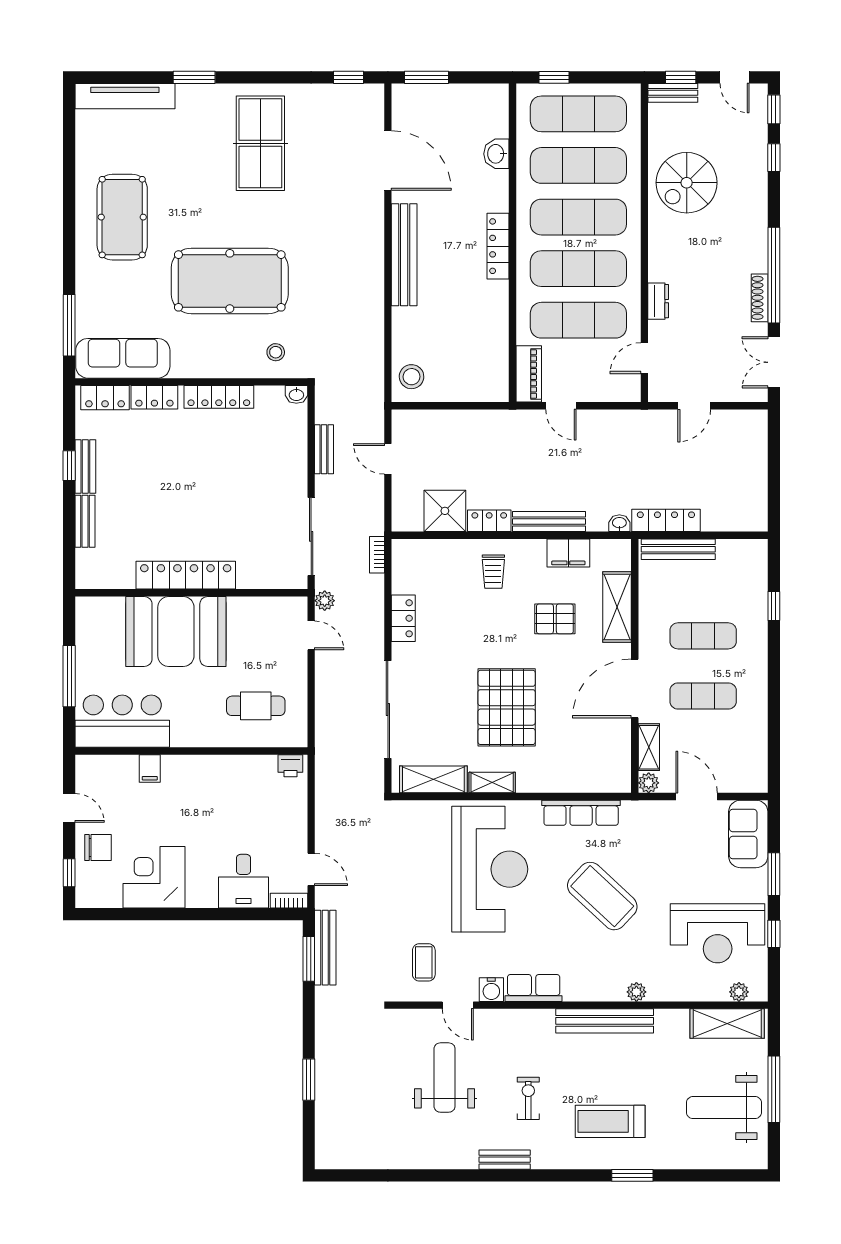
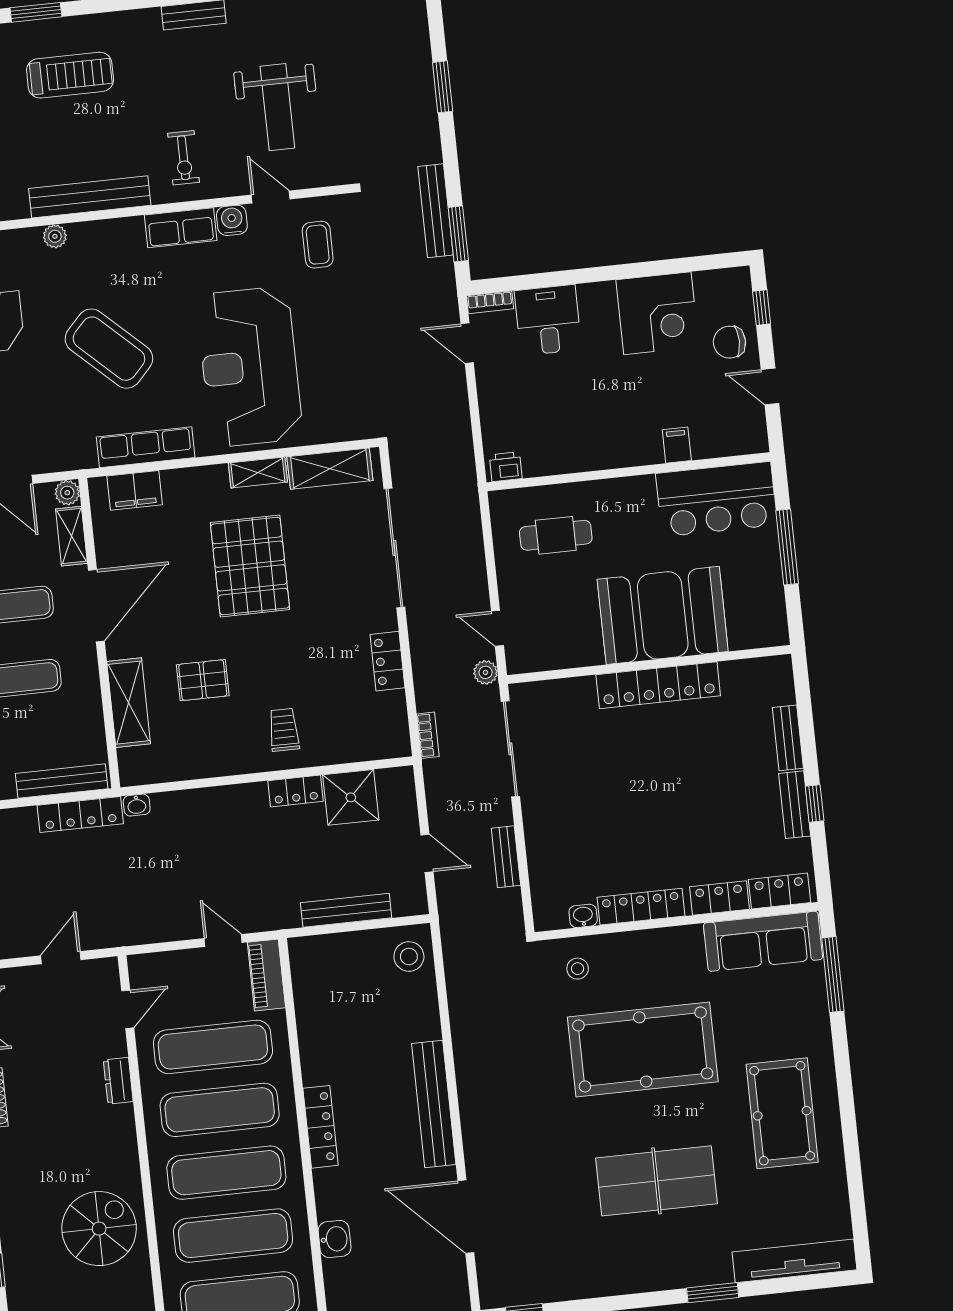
table tennis table: (260, 143) -> (657, 1181), moved, turned 90
washbasin: (296, 394) -> (583, 916), moved
bench: (549, 522) -> (346, 910), moved
filing cabinet: (568, 553) -> (135, 490), moved, turned 180
bench: (325, 948) -> (435, 211), moved
exercise bike: (528, 1098) -> (184, 158), moved

